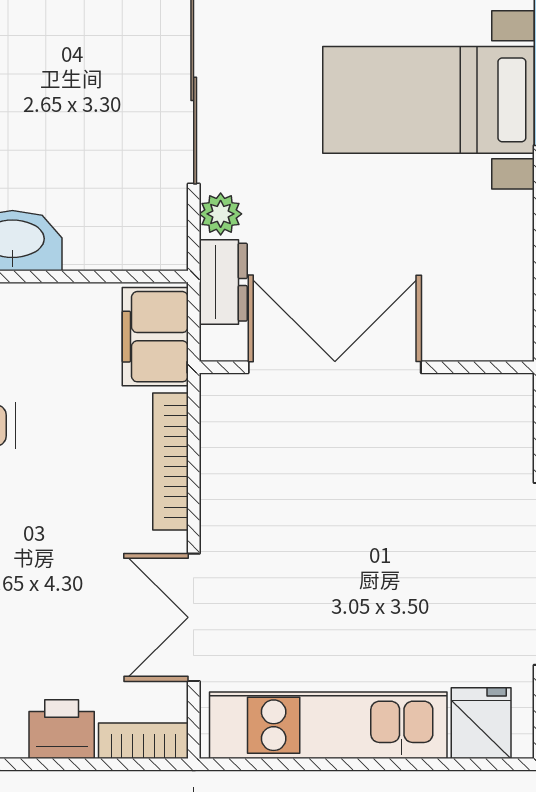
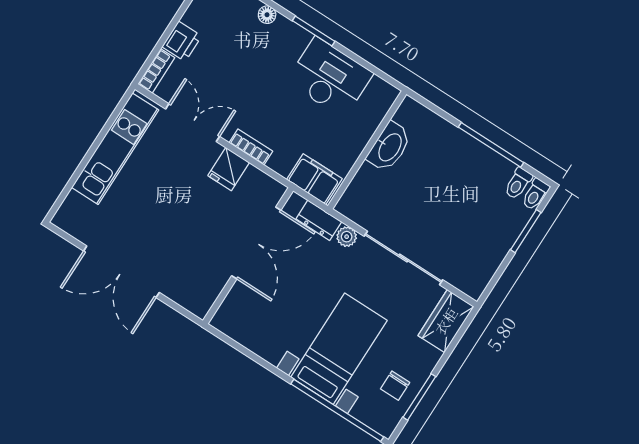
bookcase: (170, 462) -> (251, 147), width x0.64
fridge: (481, 723) -> (229, 169), moved, turned 90

